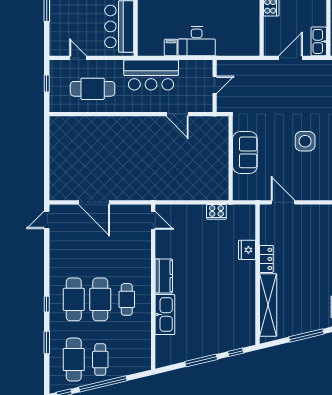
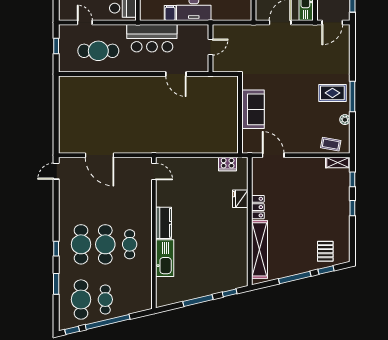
side table: (305, 141) -> (293, 99), removed
sofa: (245, 152) -> (253, 109), moved
wall: (231, 158) -> (240, 115), moved
cooker: (216, 212) -> (228, 164), moved

